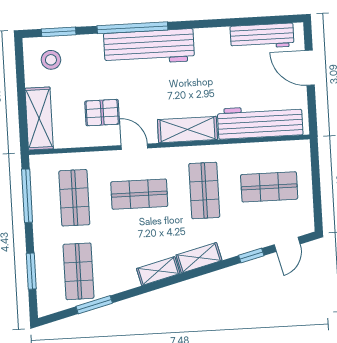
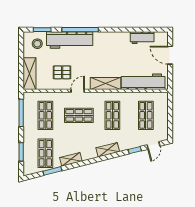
workbench: (262, 36) -> (142, 38), width x0.73
workbench: (149, 47) -> (70, 40), moved
door: (134, 147) -> (78, 91), hinge flipped
shop shelf: (269, 187) -> (146, 115), turned 90
shelving: (158, 271) -> (71, 159), moved

